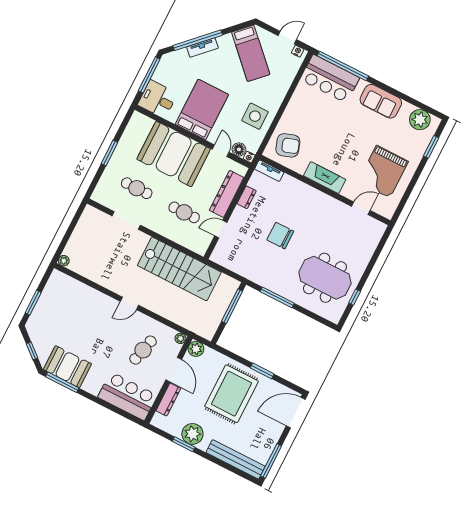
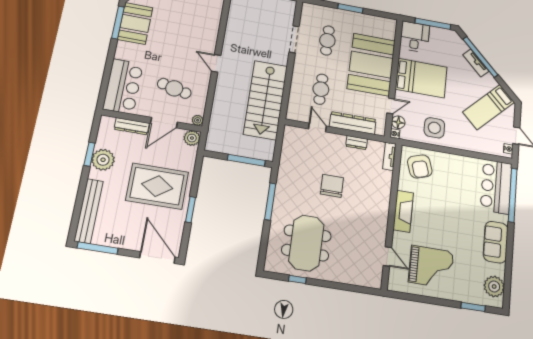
grand piano: (383, 172) -> (431, 267), turned 180

